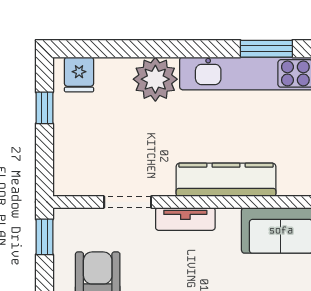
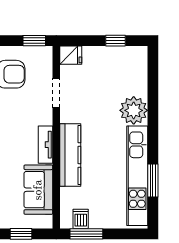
fridge: (79, 74) -> (71, 55), moved, turned 180
tv unit: (185, 219) -> (46, 145), moved

